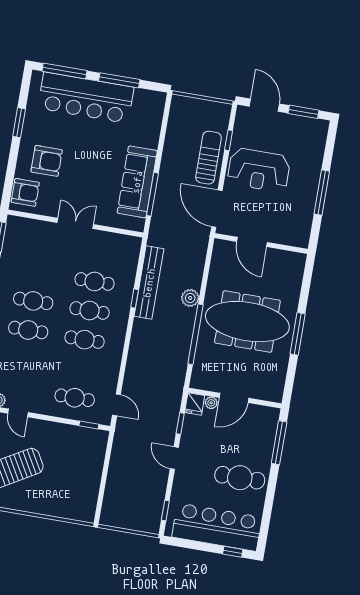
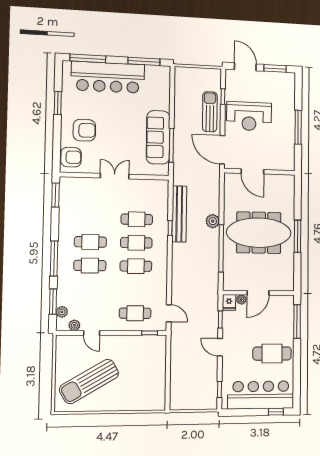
window: (119, 80) -> (144, 61), moved

